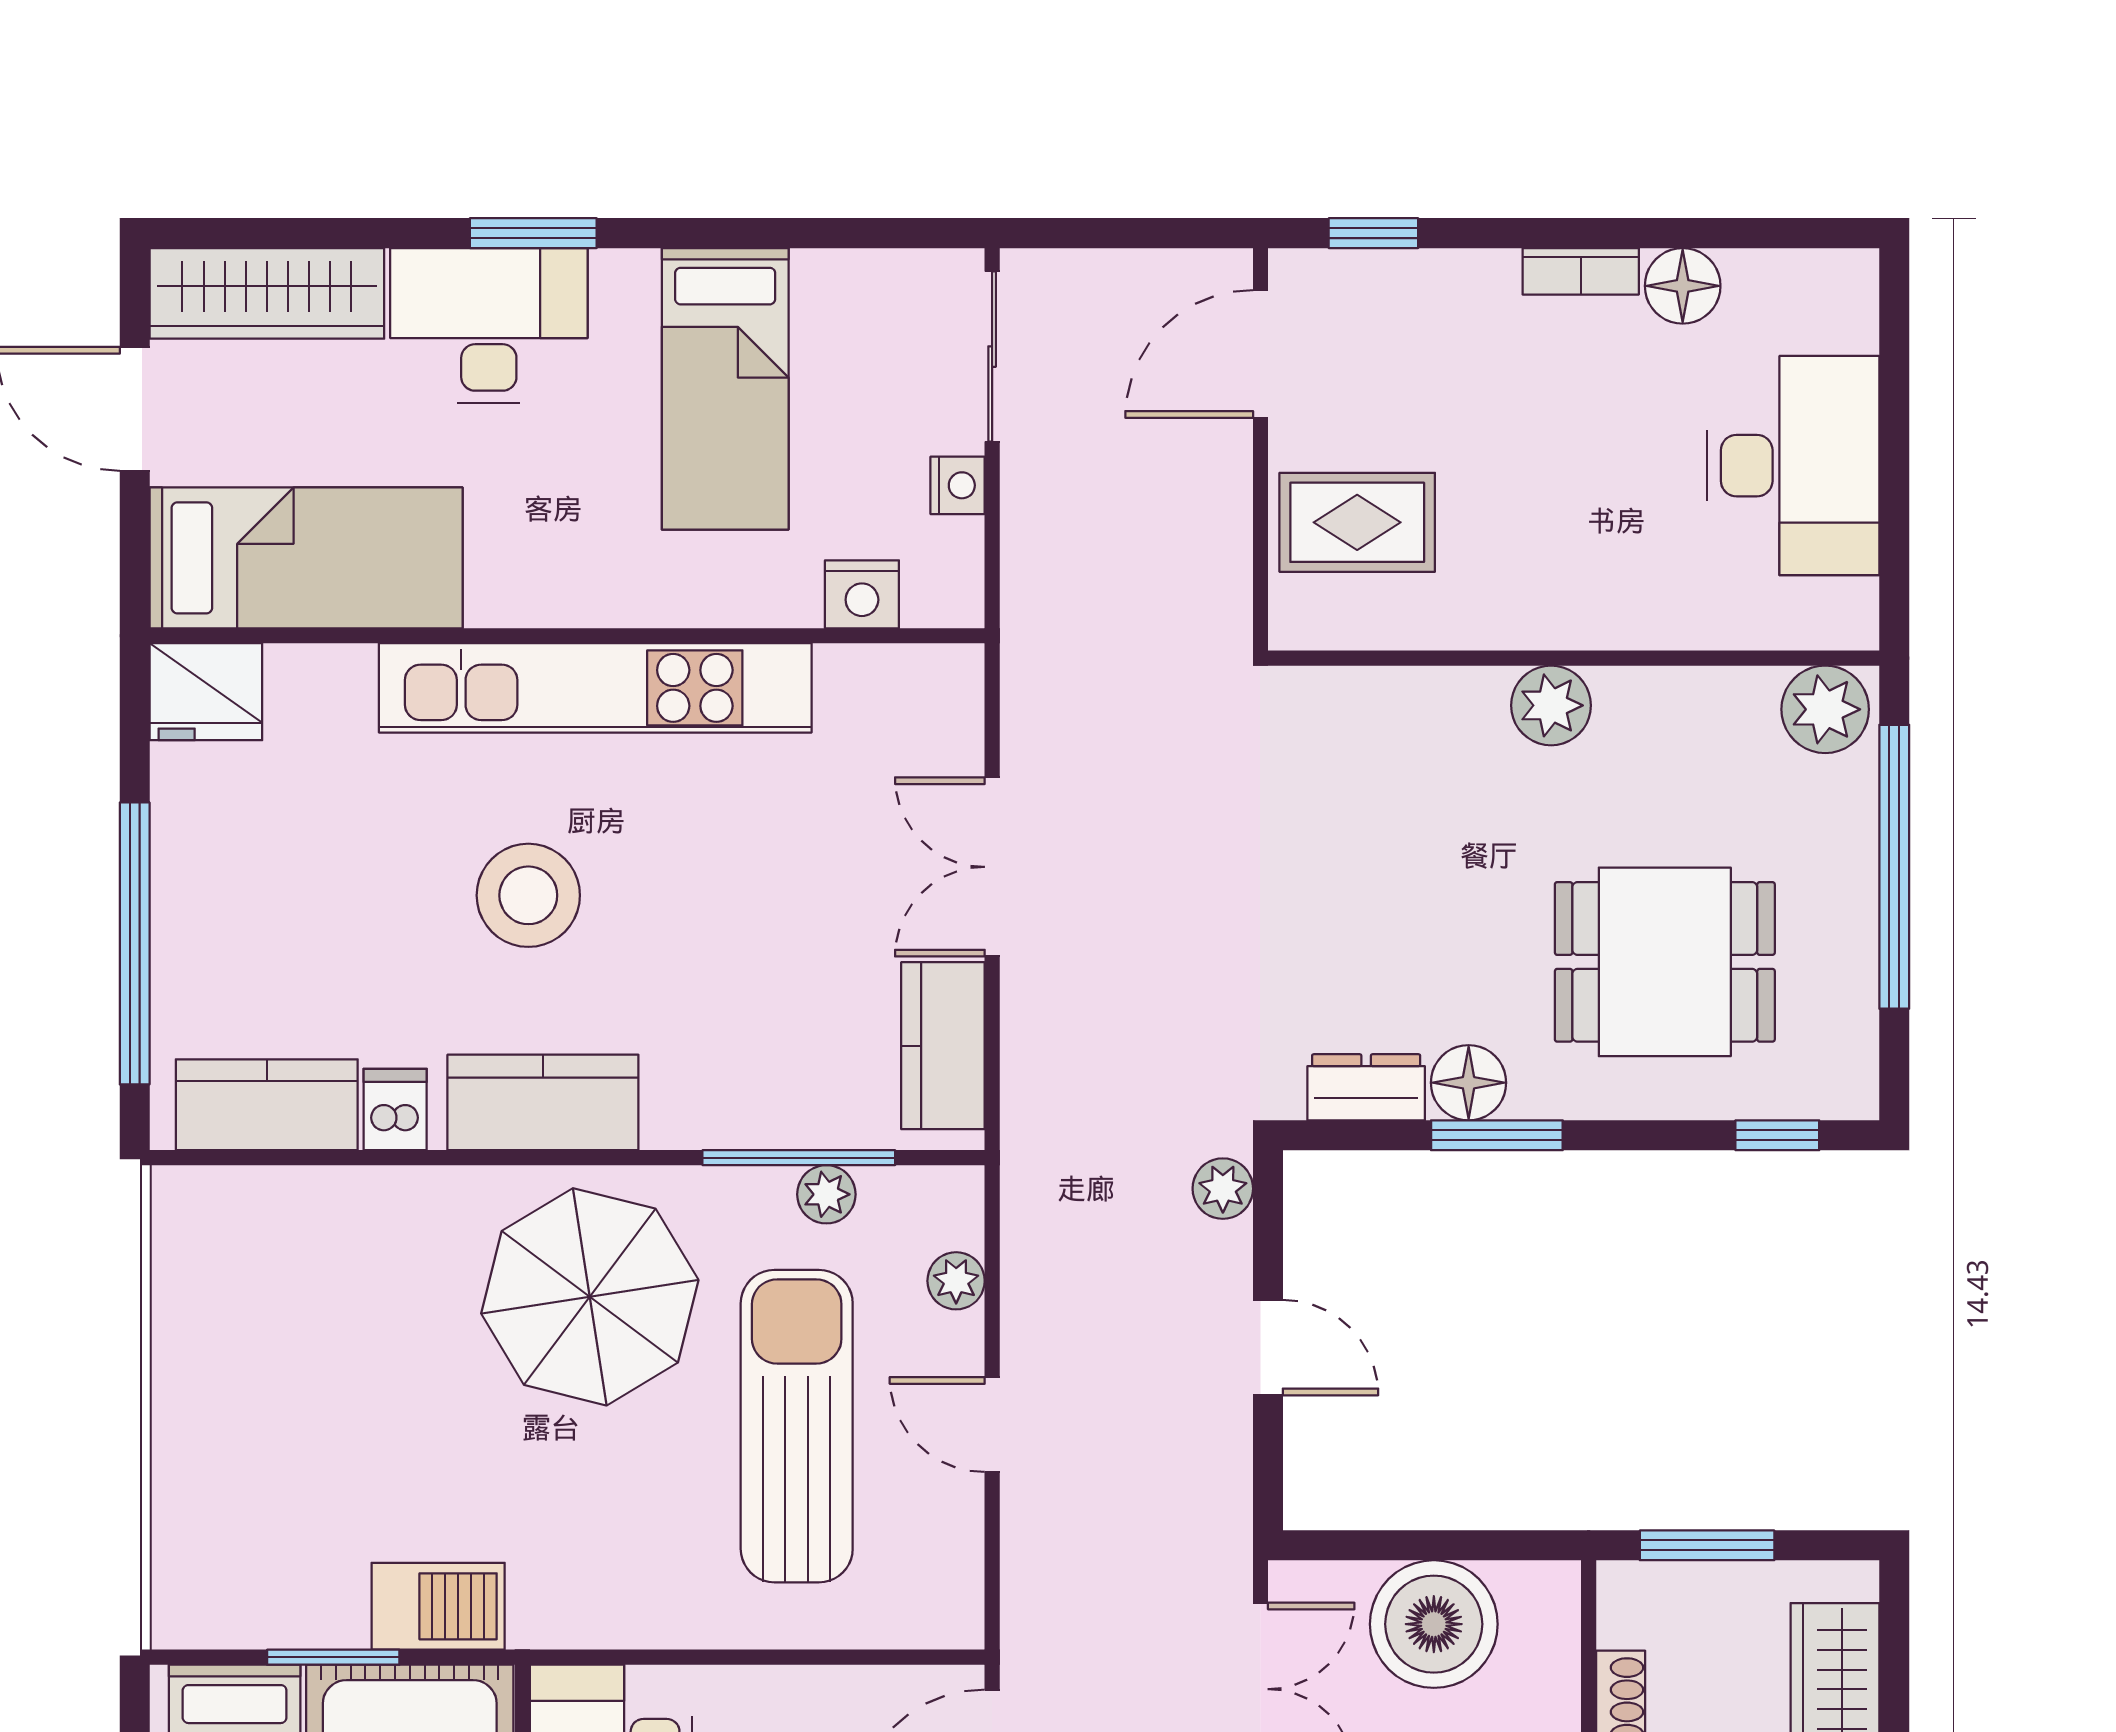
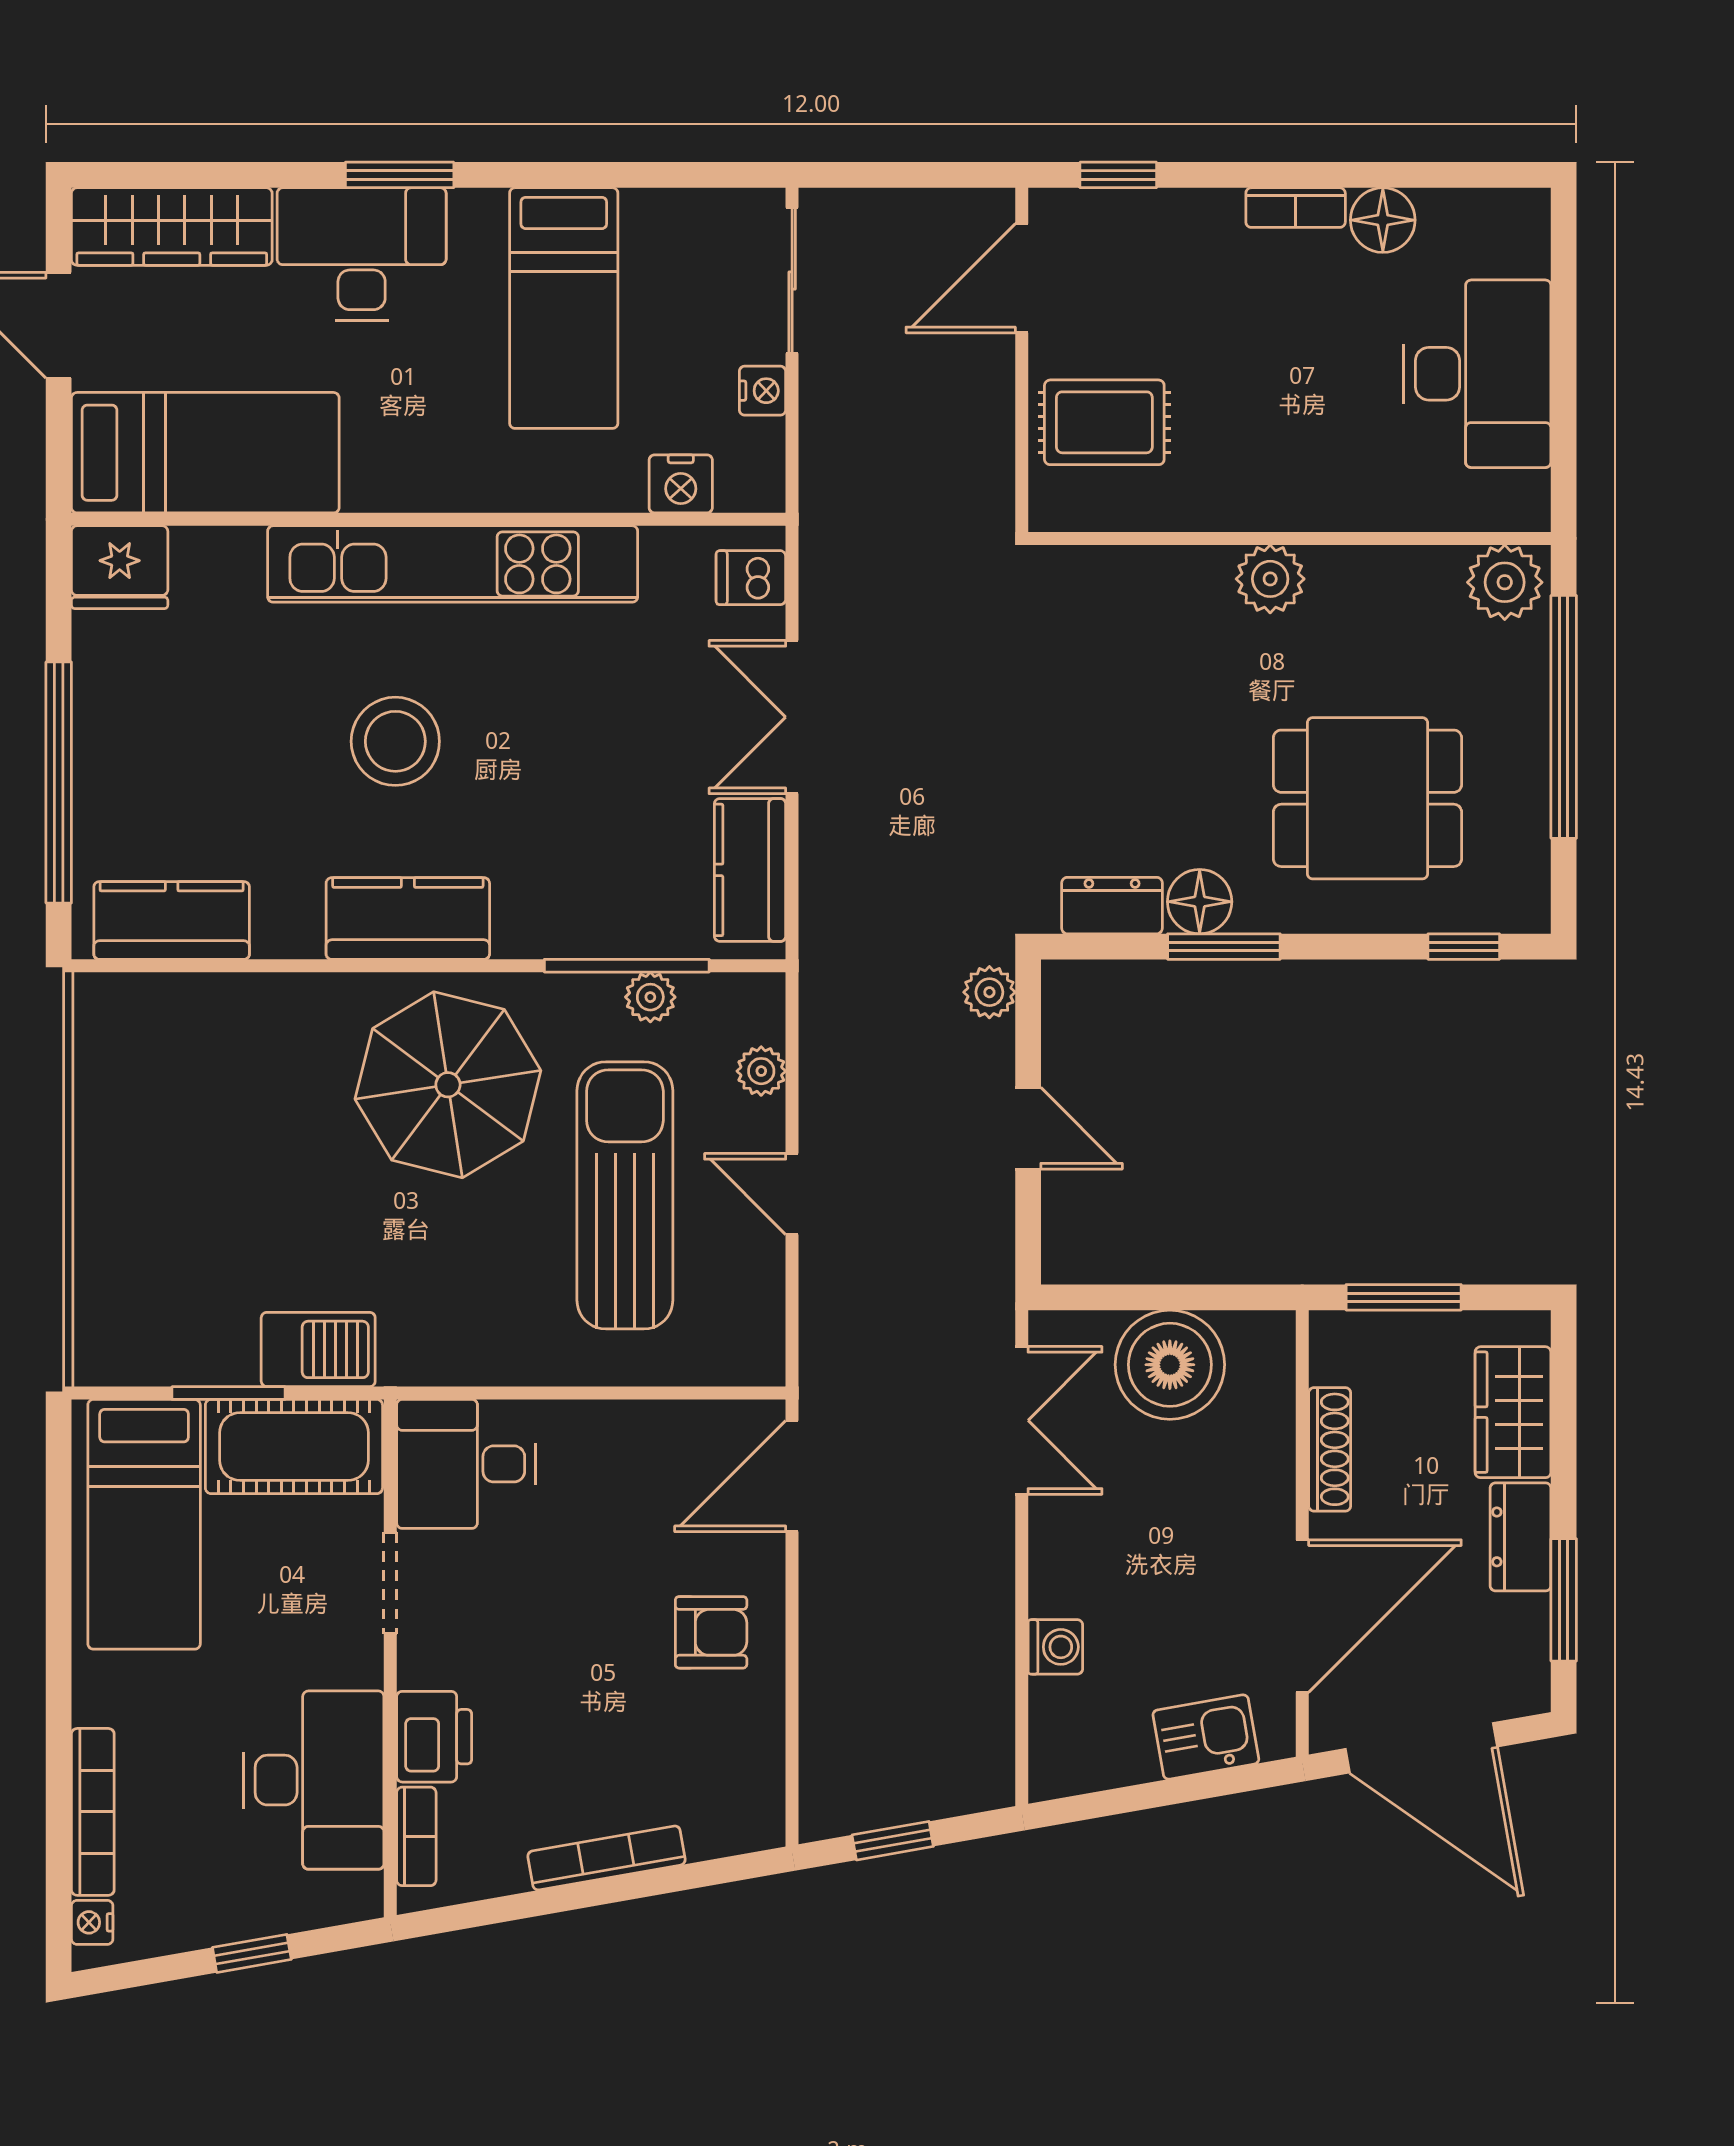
dishwasher: (395, 1110) -> (751, 578), moved, turned -90

